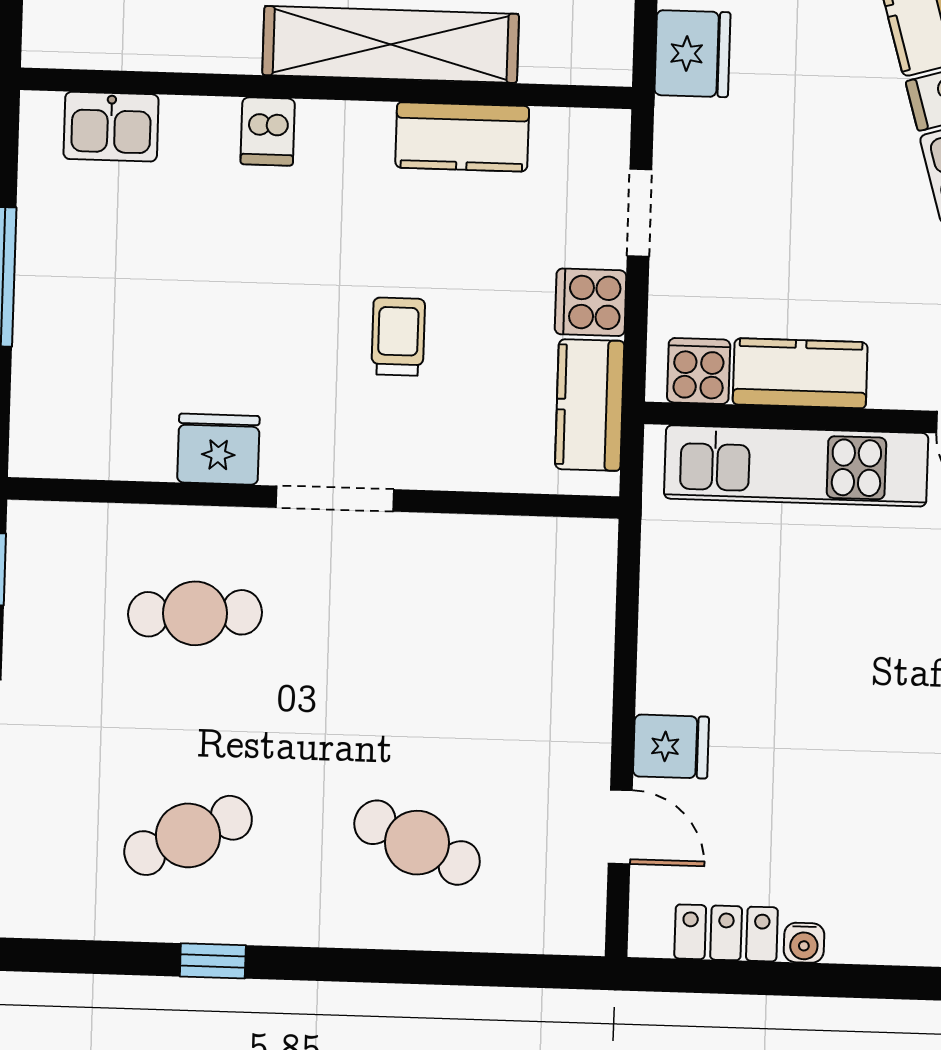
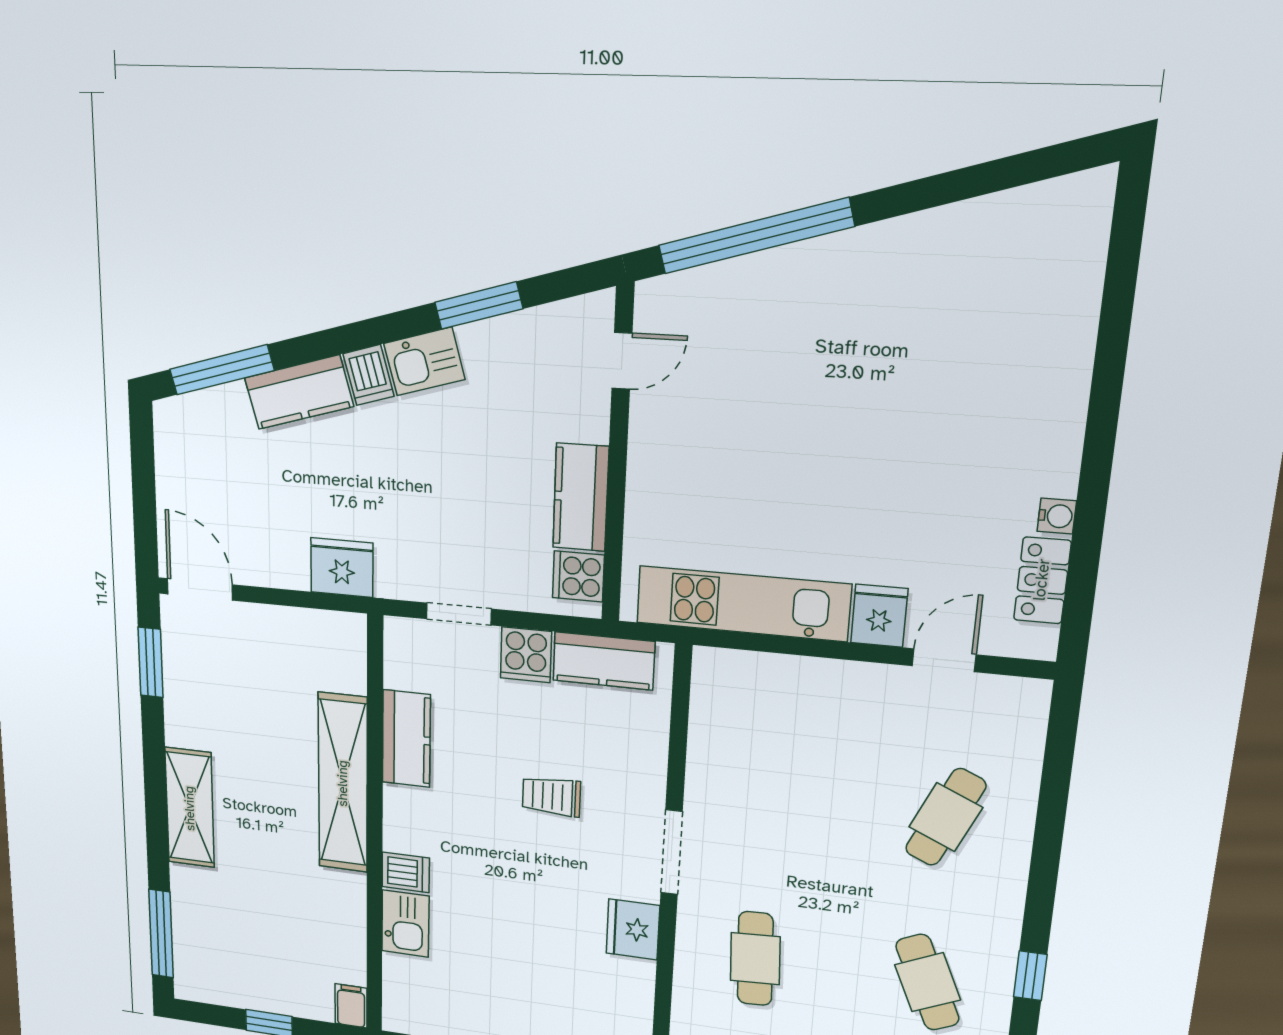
filing cabinet: (53, 45) -> (351, 1006), added
kitchen sink: (111, 127) -> (405, 924), moved
kitchen unit: (796, 466) -> (743, 604), moved, turned -90

